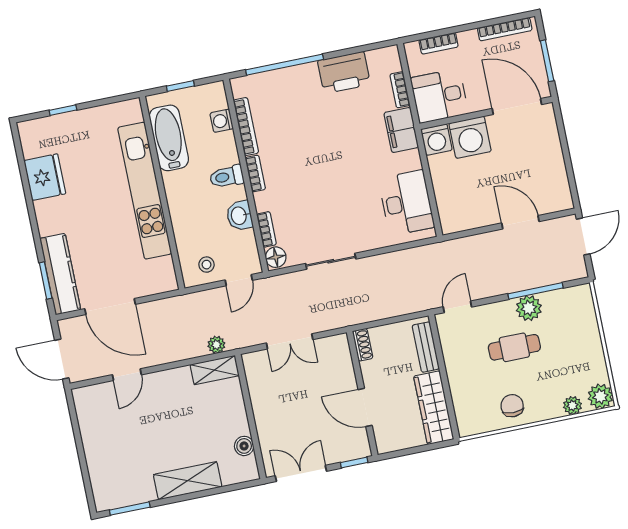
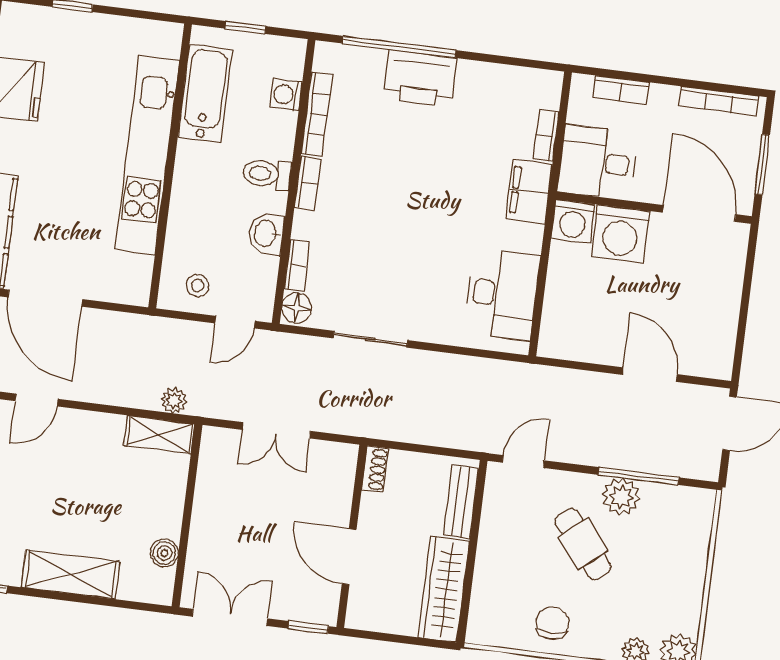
printer: (344, 73) -> (420, 78), moved
cafe table: (514, 347) -> (583, 544), turned 51

